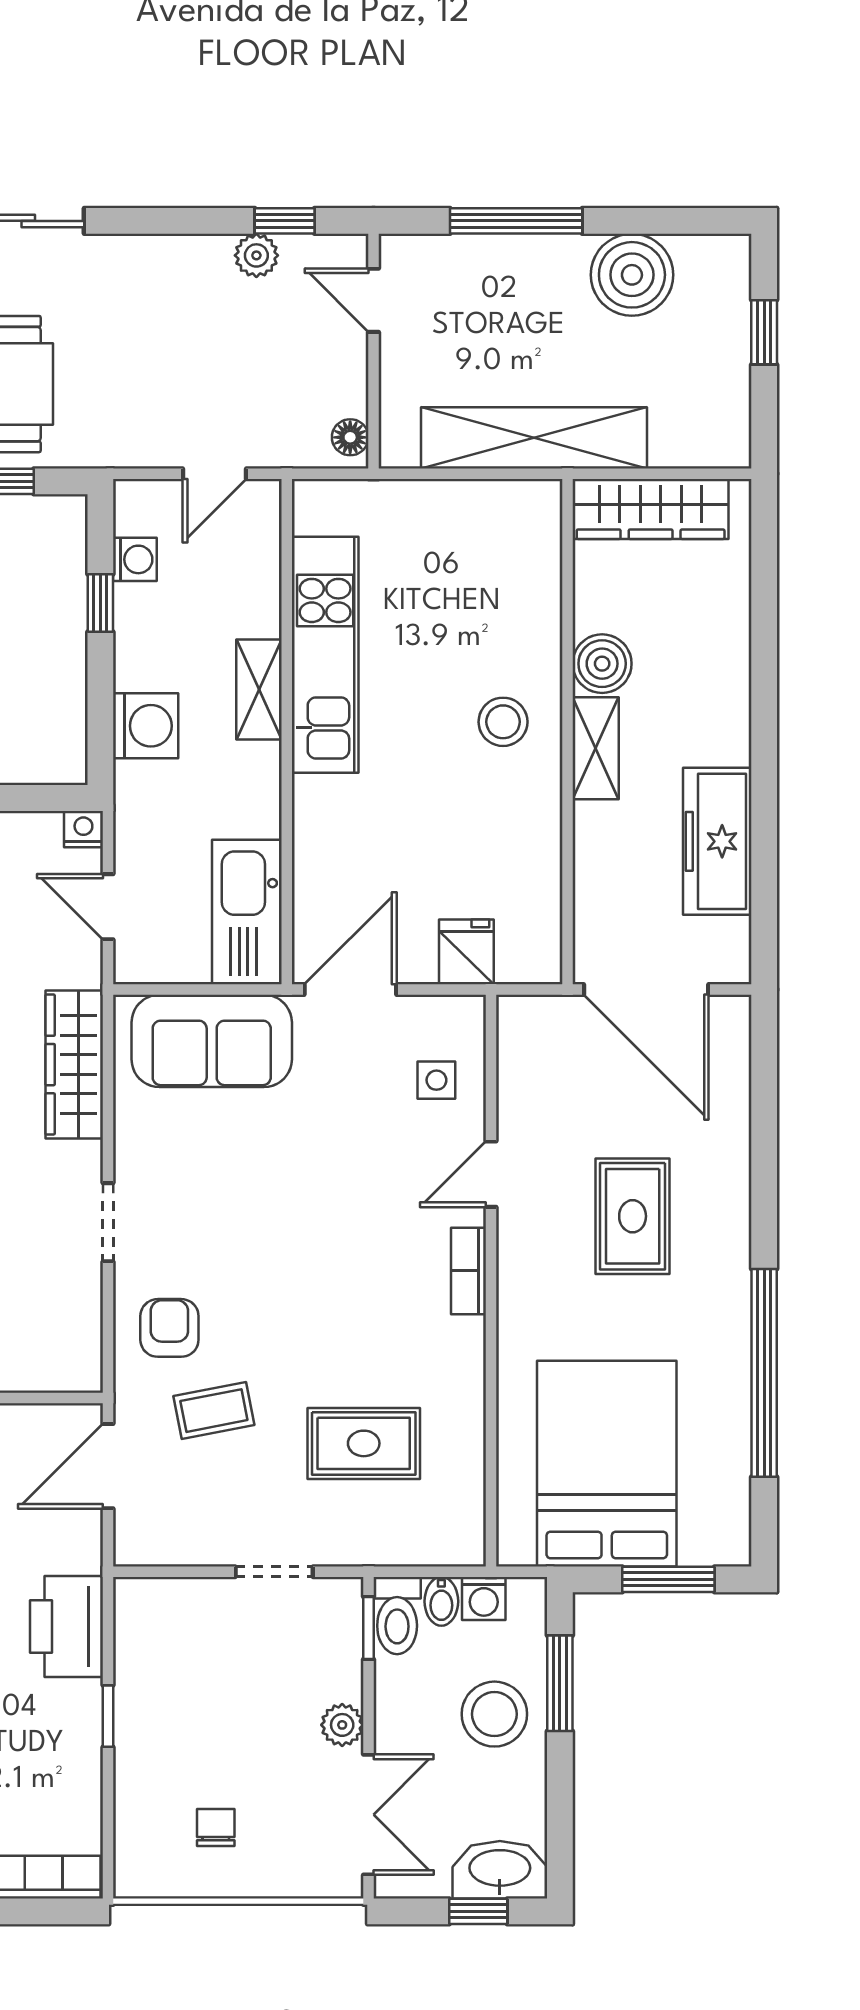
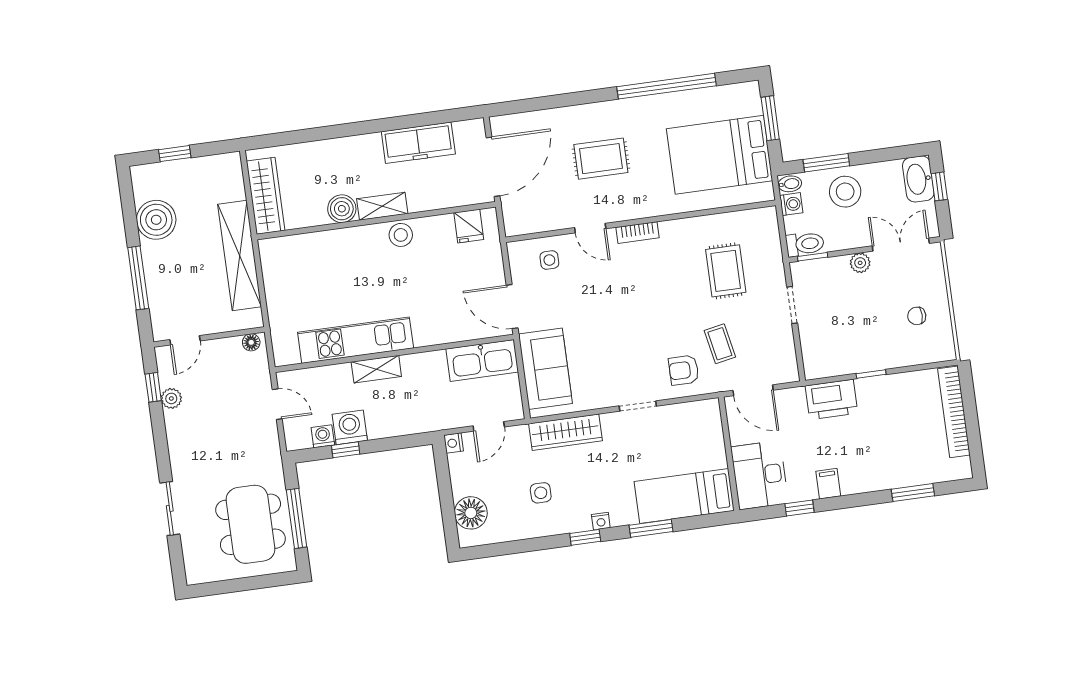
stool: (503, 722) -> (401, 235), moved
washing machine: (146, 726) -> (350, 427), moved
fridge: (466, 952) -> (469, 226), moved, turned -90
bidet: (441, 1601) -> (790, 184), moved

